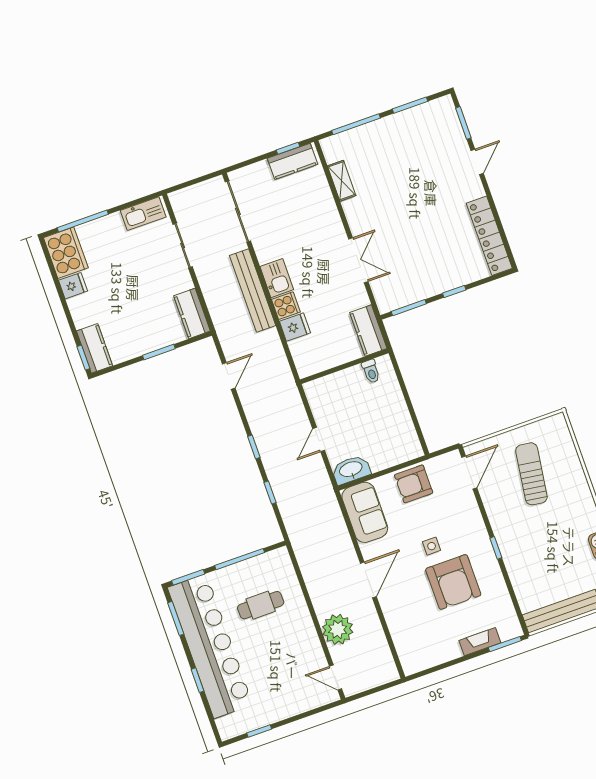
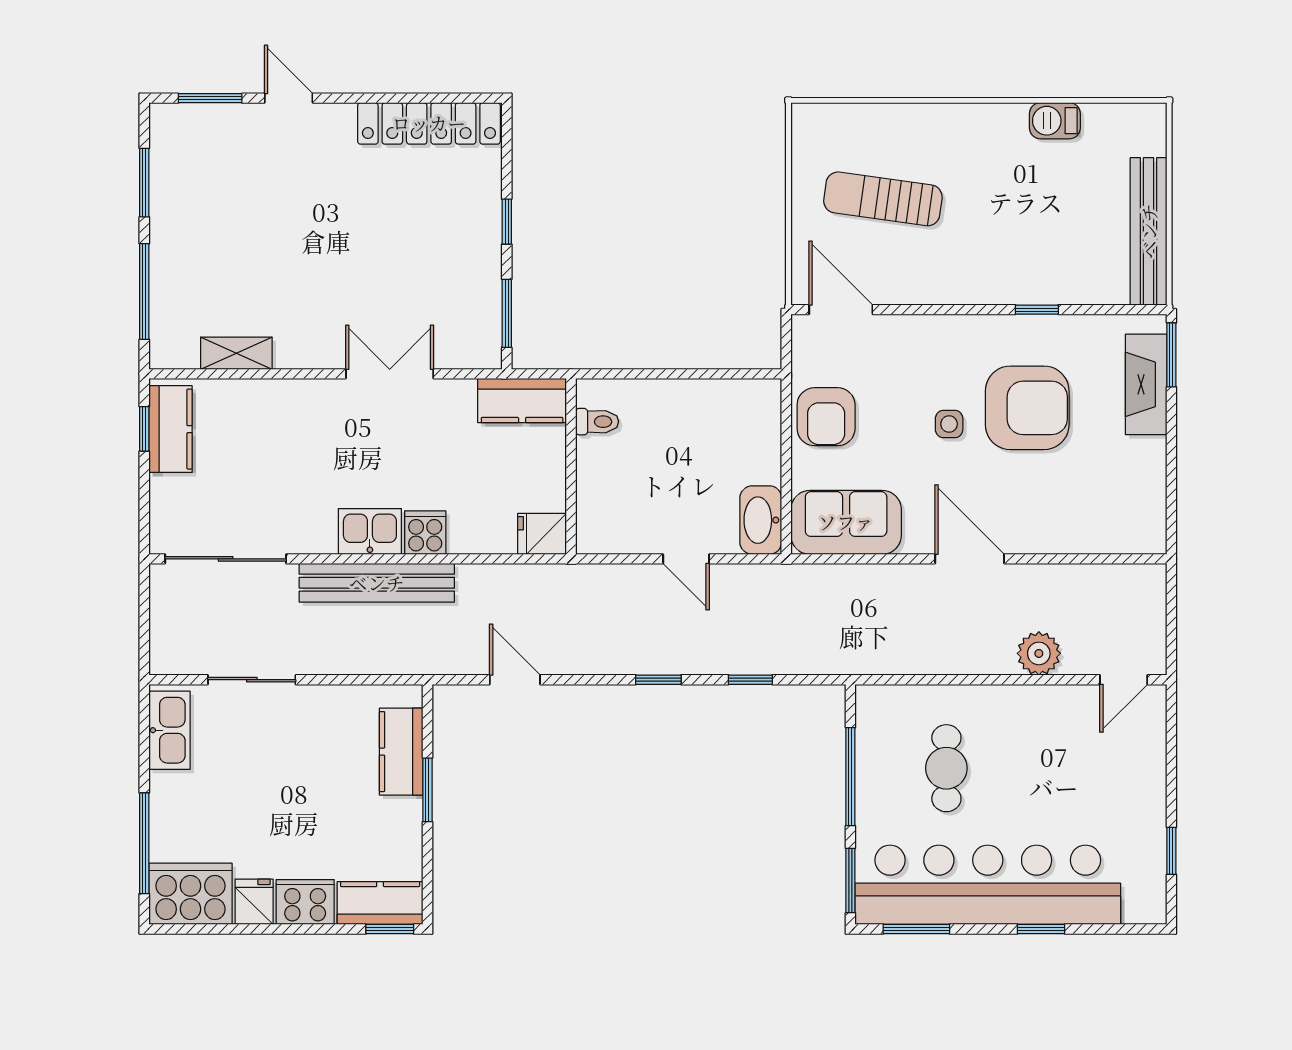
cooker: (82, 311) -> (305, 902), added
kitchen counter: (192, 313) -> (401, 752), moved, turned 90
fridge: (295, 327) -> (542, 534), moved, turned -90
window: (496, 548) -> (1037, 310), moved
plant: (338, 629) -> (1039, 653), width x0.73, depth x0.73
fireplace: (480, 642) -> (1146, 384), width x1.37, depth x1.32

